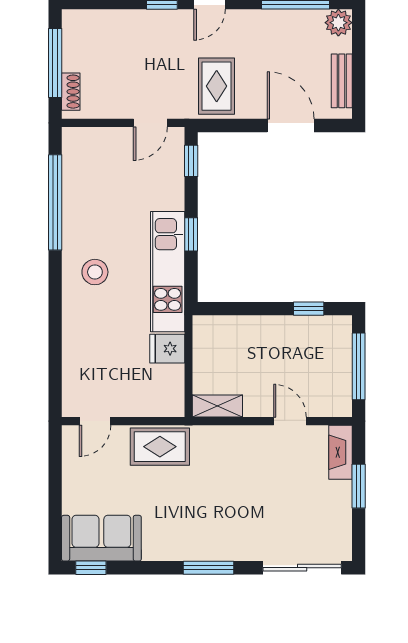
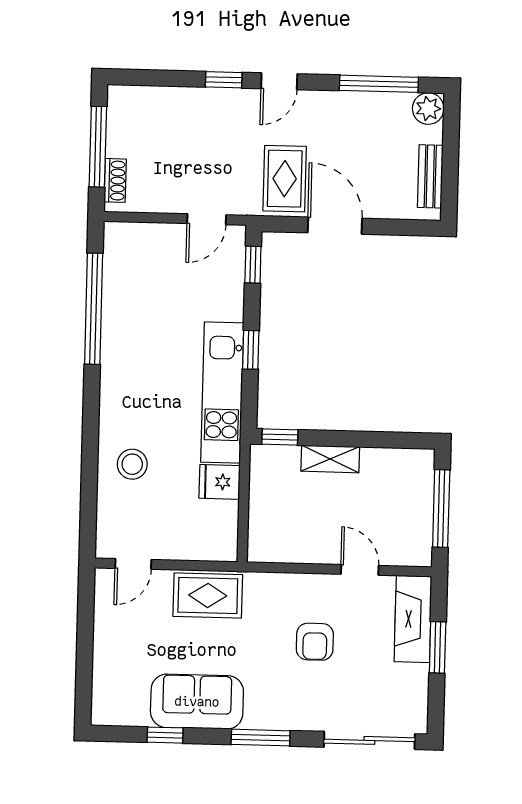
door: (291, 125) -> (335, 226), moved
stool: (95, 272) -> (132, 464), moved
window: (309, 309) -> (280, 437), moved
shelving: (217, 406) -> (330, 459), moved
fireplace: (341, 452) -> (413, 619), width x1.37, depth x1.32
armchair: (253, 484) -> (315, 642), added
sofa: (101, 538) -> (197, 702), moved
window: (91, 568) -> (165, 735), moved

